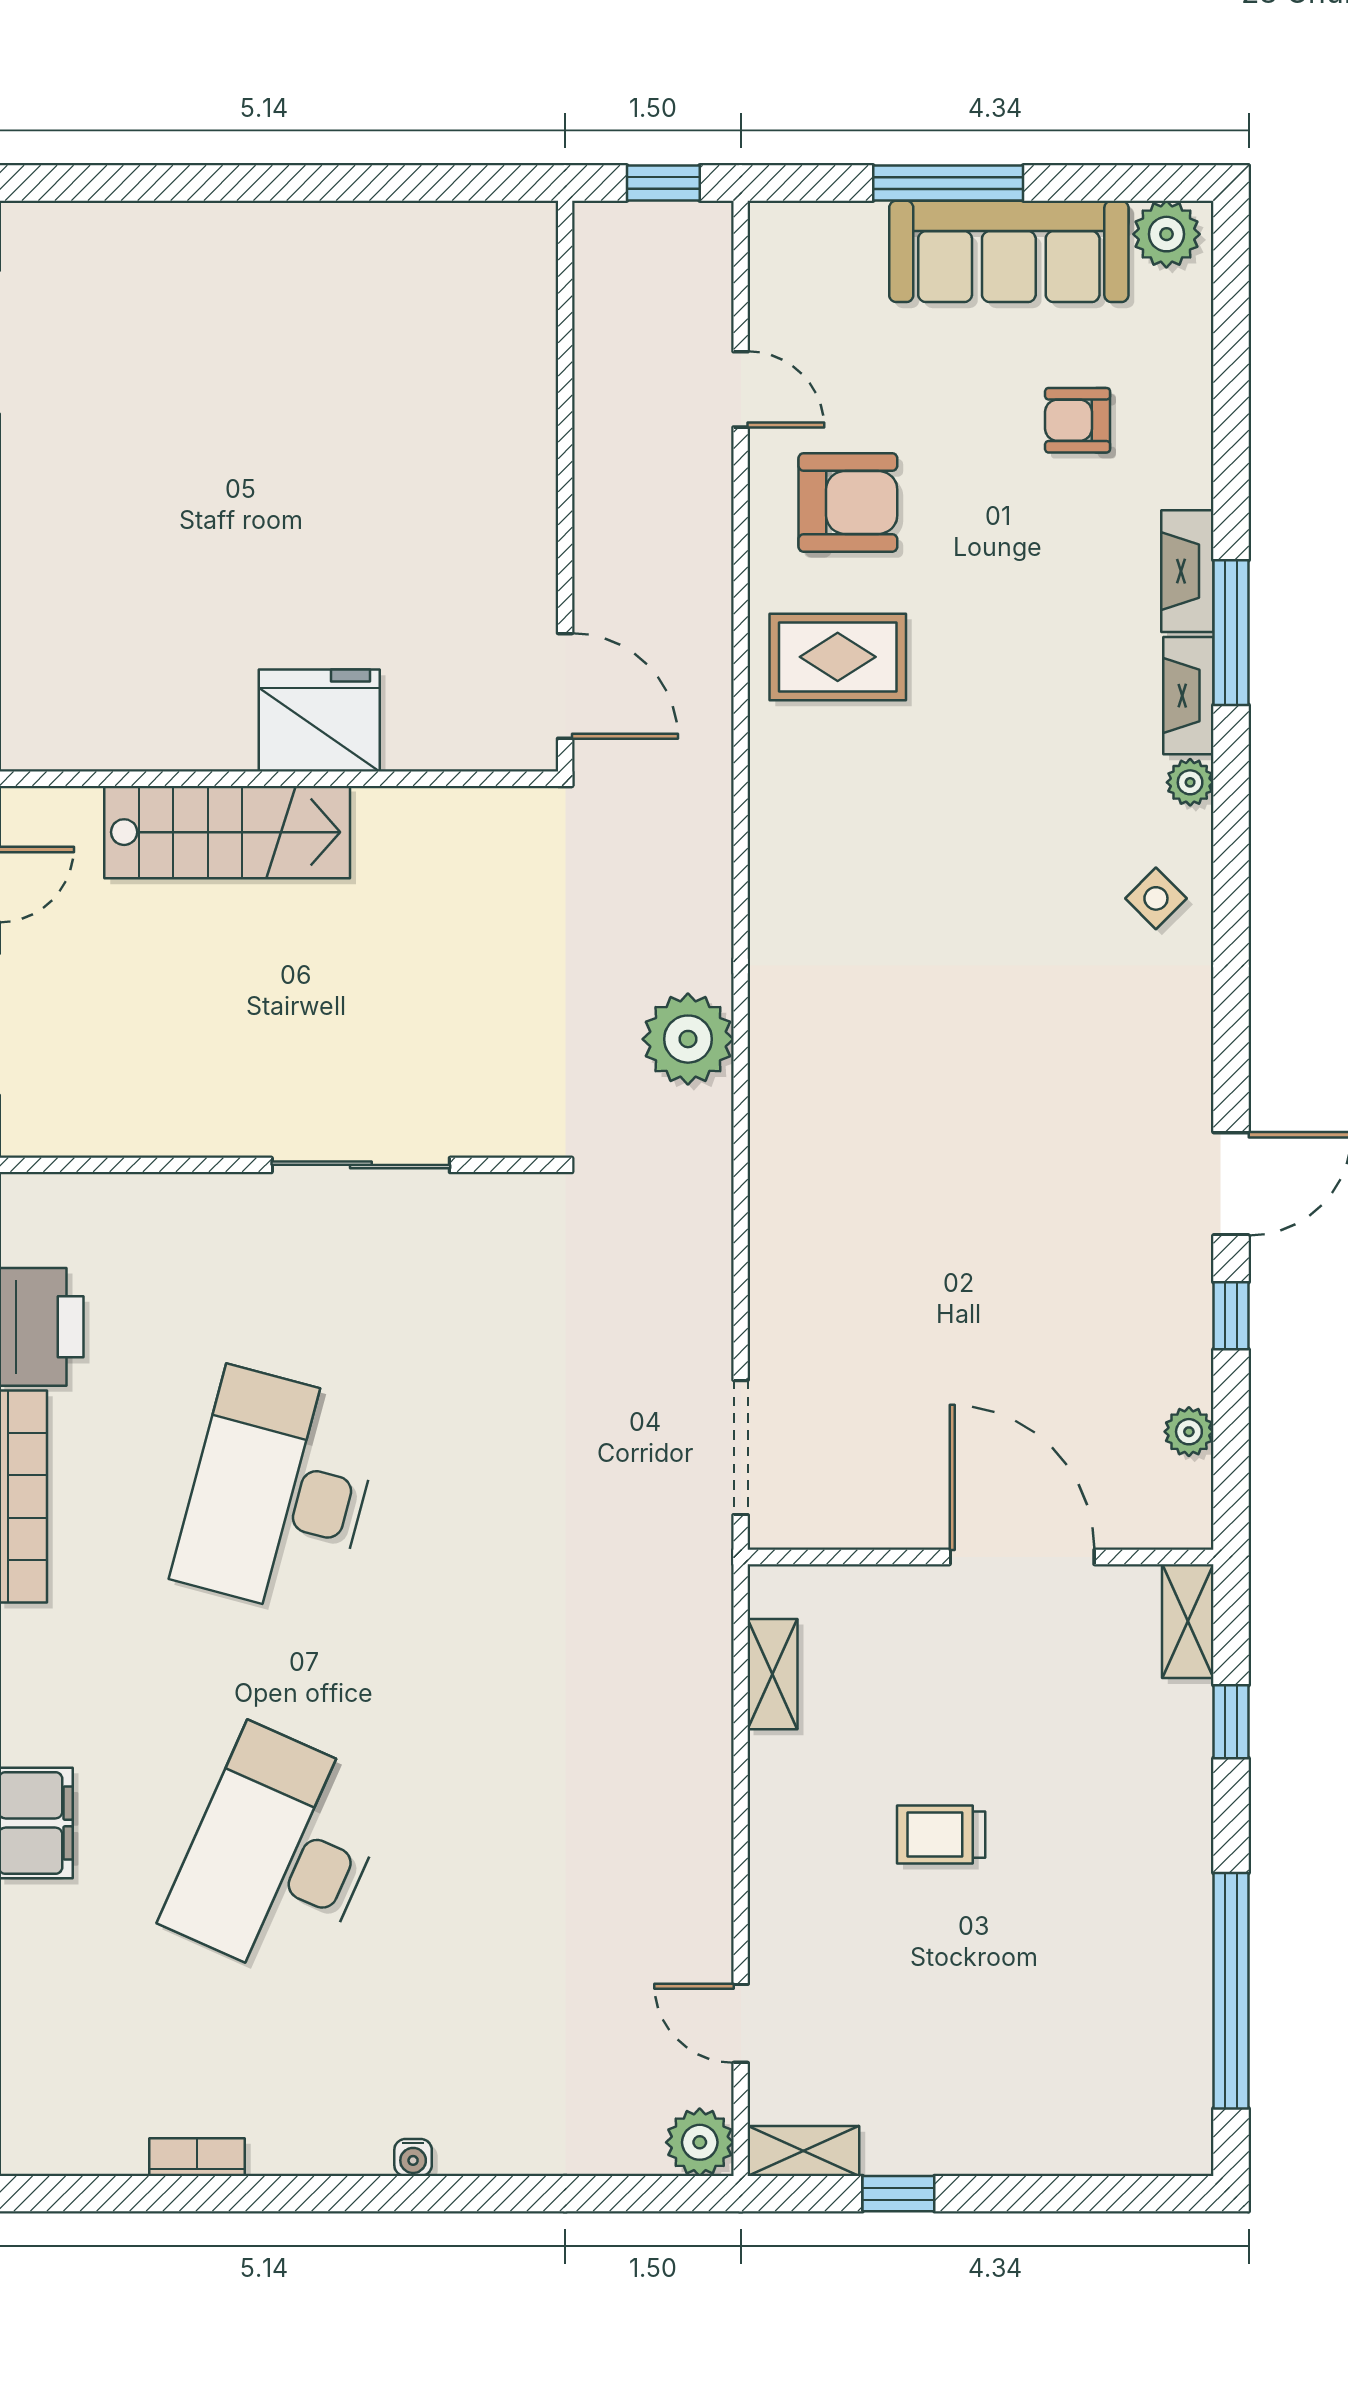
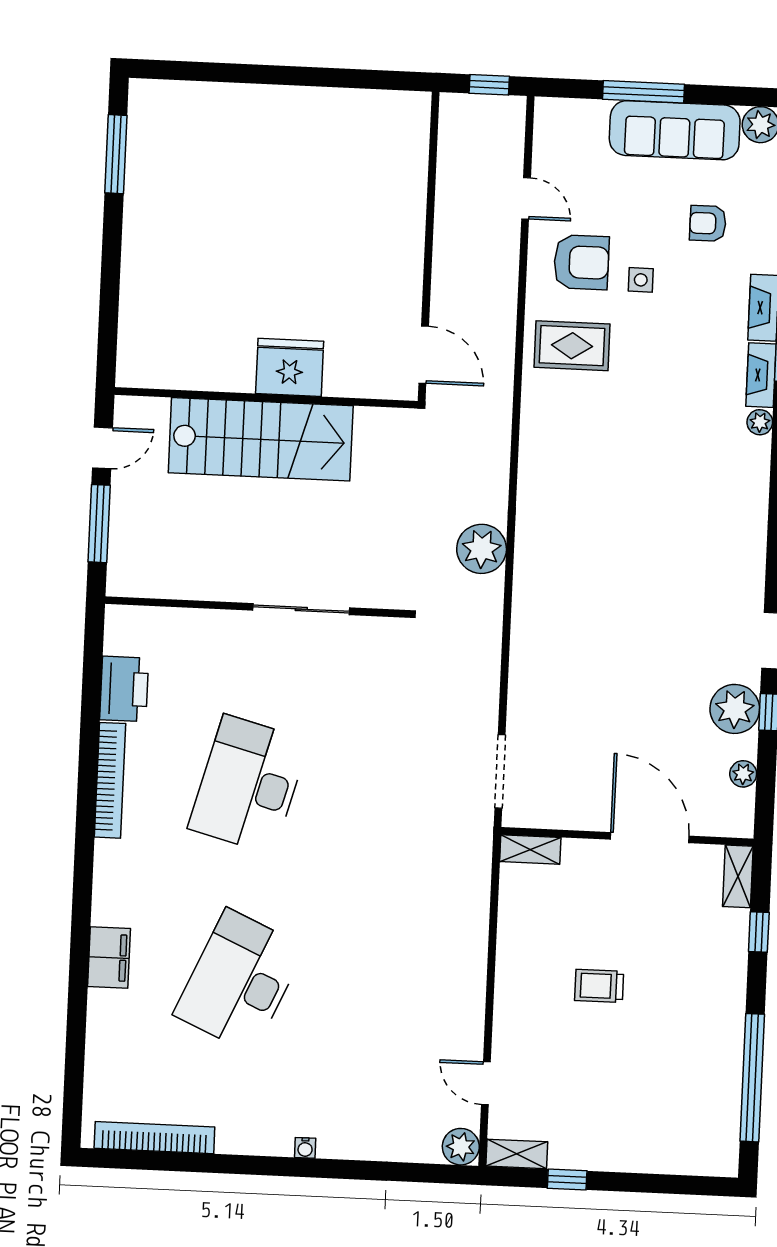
stairs: (227, 832) -> (261, 439), width x1.36, depth x1.51
side table: (1156, 898) -> (641, 280), moved, turned 45
plant: (1168, 1313) -> (735, 709), added
shelving: (773, 1674) -> (530, 850), moved, turned 90
bookcase: (197, 2157) -> (154, 1138), width x2.31, depth x1.31

